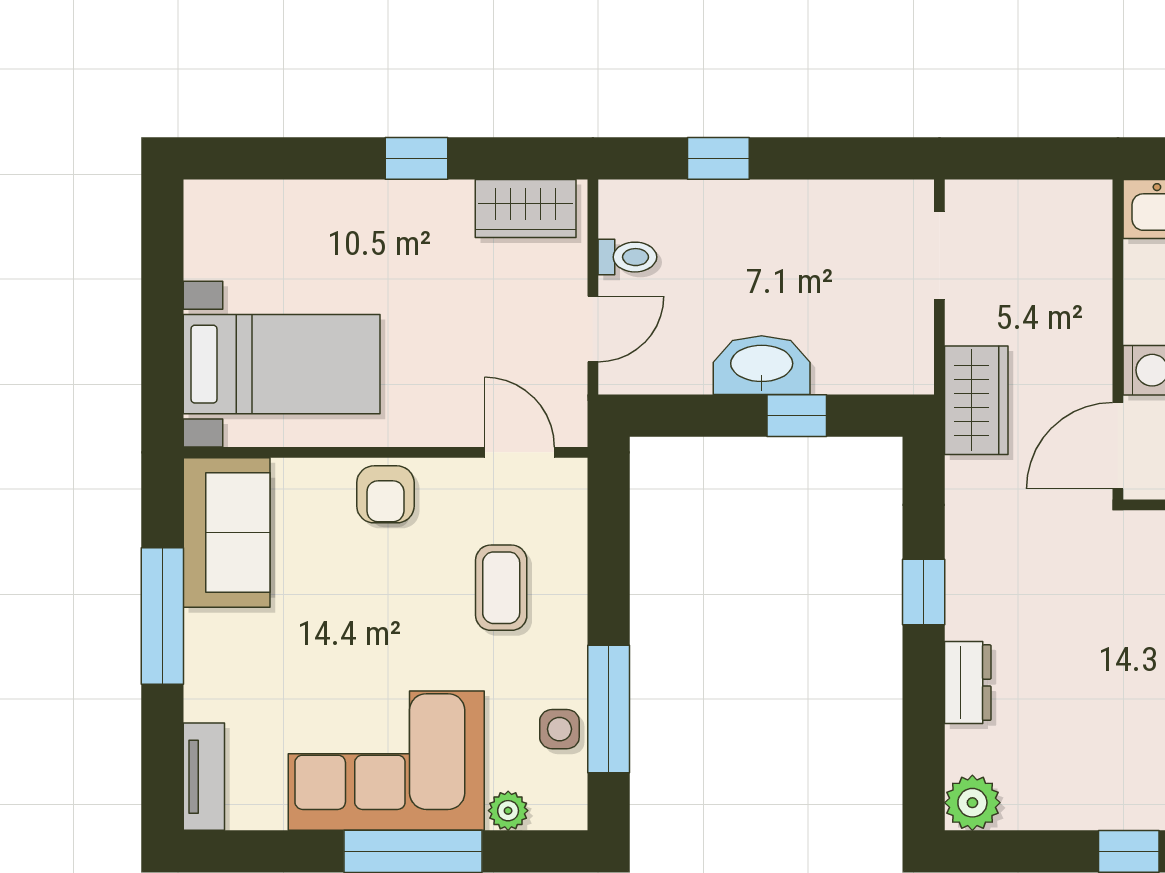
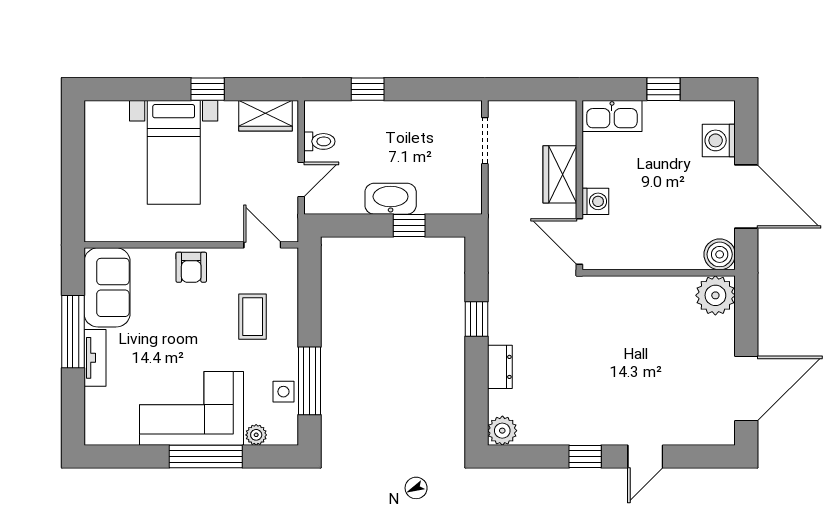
bed with nightstands: (282, 364) -> (174, 152), moved, turned 90
wardrobe: (976, 400) -> (560, 174), moved, turned 180
door: (1118, 446) -> (579, 241), hinge flipped
tv unit: (204, 777) -> (95, 358), moved

